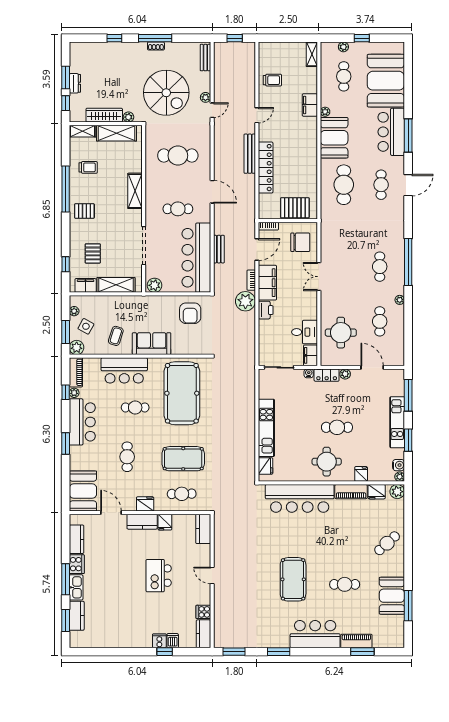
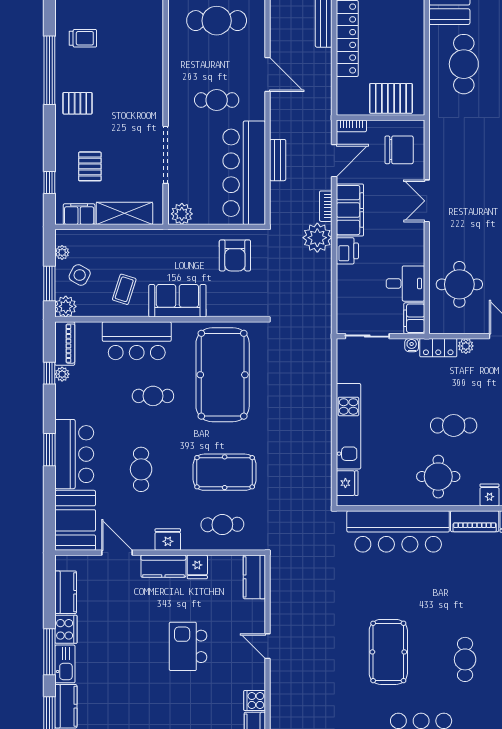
shelving: (135, 191) -> (153, 73), removed
bar counter: (82, 422) -> (74, 454), moved
cafe table: (345, 584) -> (465, 659), turned 90

